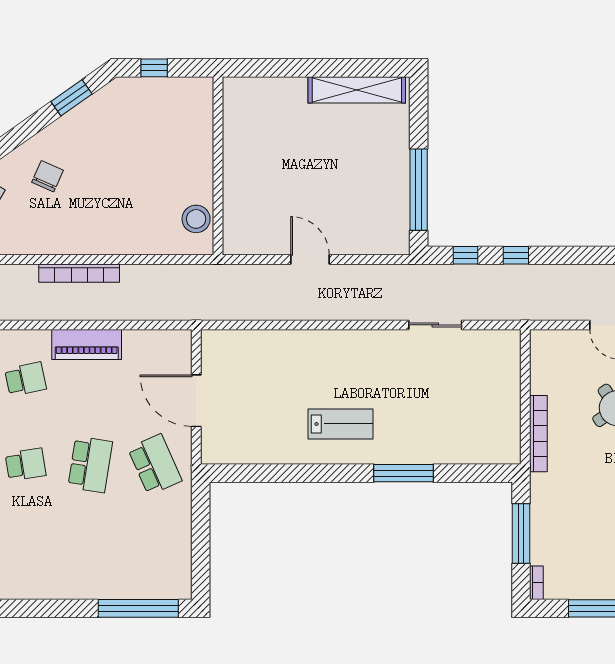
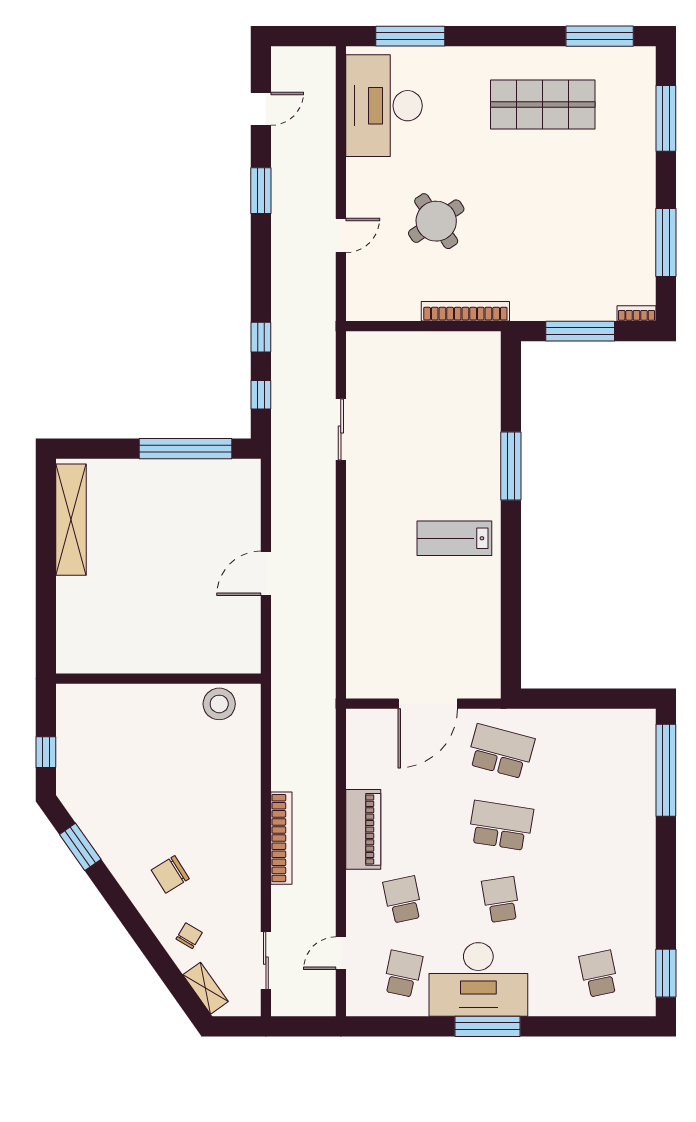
chair: (48, 176) -> (170, 874), turned -56
lab bench: (341, 424) -> (454, 538), turned -90
school desk: (155, 464) -> (501, 751), turned 39

